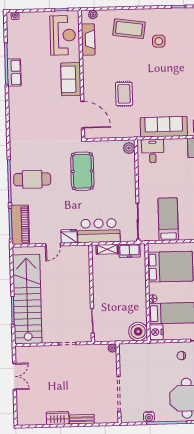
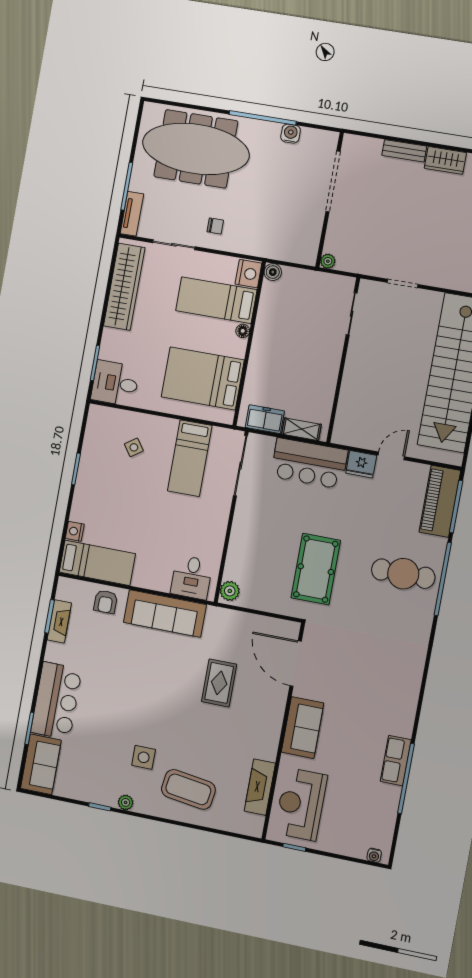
plant: (93, 15) -> (126, 802), moved
boiler: (138, 331) -> (273, 272), width x0.54, depth x0.54

